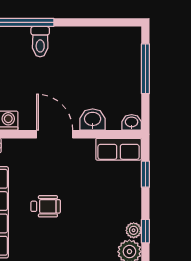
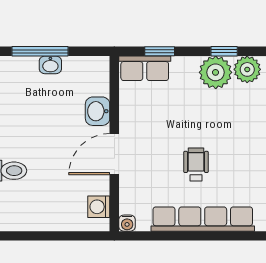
washbasin: (132, 122) -> (50, 65), moved, turned -90
row of seats: (119, 149) -> (145, 68), moved, turned 90
plant: (134, 230) -> (216, 72), width x1.88, depth x1.88

